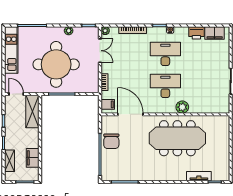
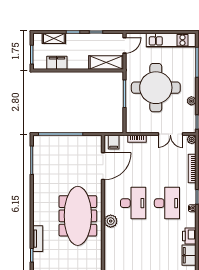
chair: (111, 141) -> (75, 146), removed

